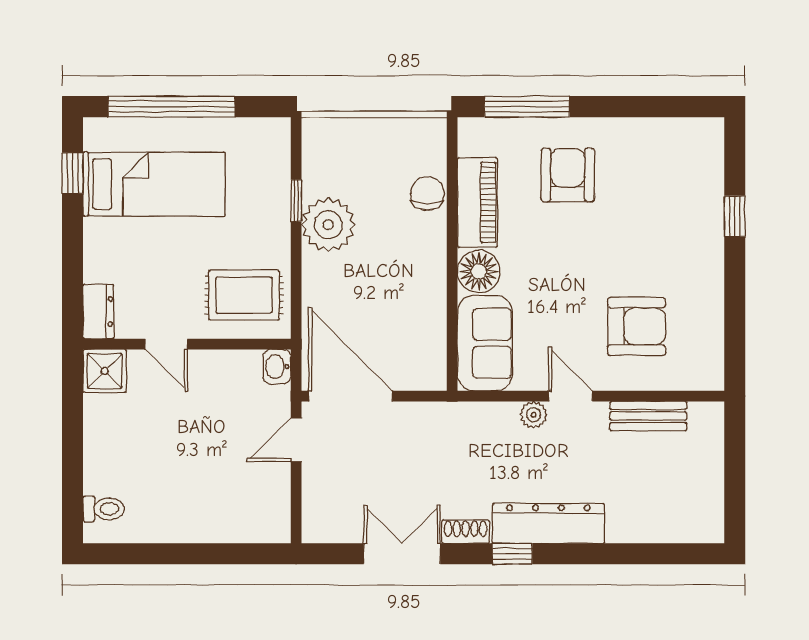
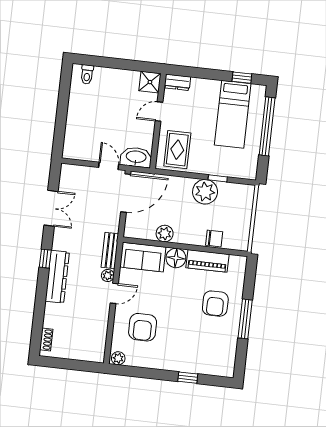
window: (527, 107) -> (245, 319), moved
armchair: (568, 175) -> (215, 304), turned 90
plant: (429, 302) -> (165, 234), added
washbasin: (277, 367) -> (136, 157), width x1.91, depth x1.45
plant: (710, 371) -> (118, 358), added
bench: (648, 416) -> (110, 250), moved
shoe rack: (466, 532) -> (46, 339), moved

